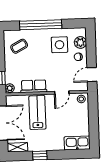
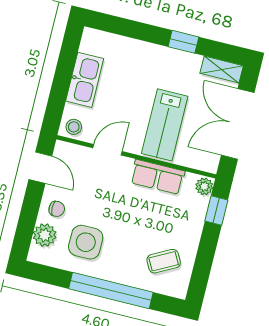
door: (92, 75) -> (40, 168), hinge flipped
kitchen sink: (77, 143) -> (85, 80), moved, turned -90

